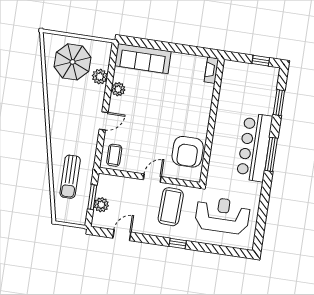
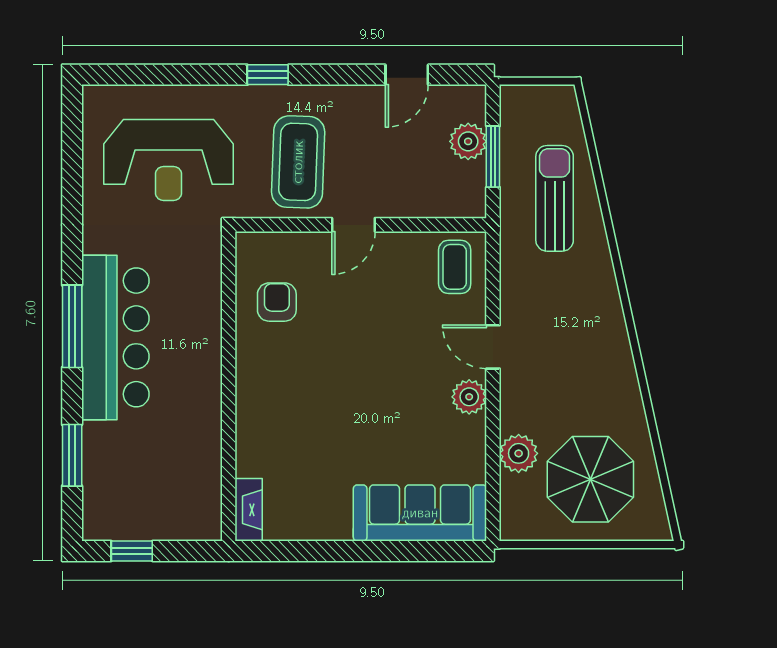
plant: (118, 89) -> (469, 397), moved
door: (104, 121) -> (493, 347), hinge flipped
armchair: (188, 152) -> (277, 302), width x0.53, depth x0.53

